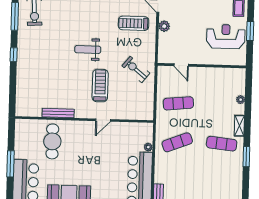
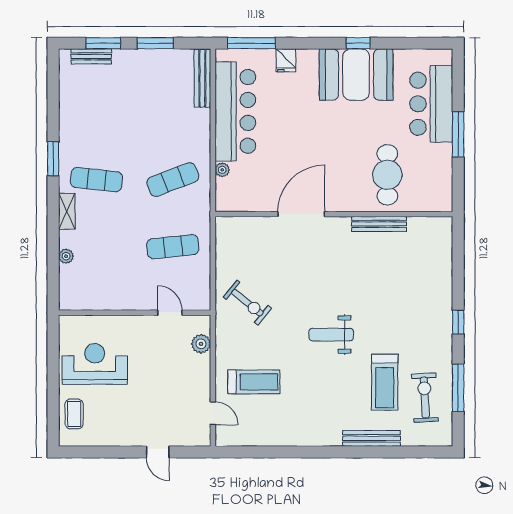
plant: (164, 26) -> (201, 344), moved
window: (250, 31) -> (53, 375), removed
reception desk: (226, 36) -> (95, 364), turned 180
weight bench: (88, 49) -> (331, 335), turned 180
treadmill: (100, 86) -> (385, 382), moved
door: (103, 120) -> (301, 214), width x1.88

